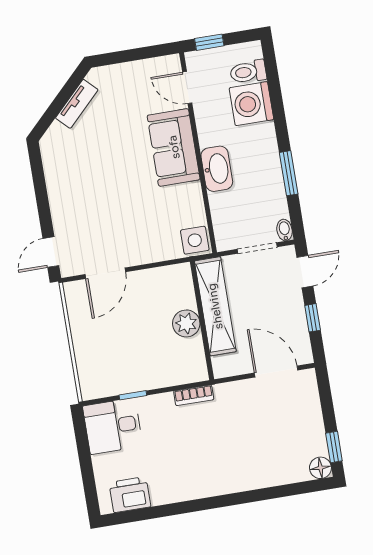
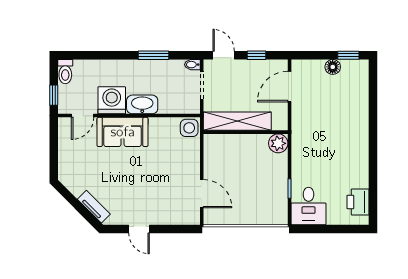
toilet: (248, 72) -> (65, 72), moved
tv unit: (77, 104) -> (94, 207), moved
washing machine: (251, 104) -> (112, 100), moved, turned 180
door: (51, 252) -> (139, 229), moved
plant: (186, 323) -> (278, 143), moved
bookcase: (194, 395) -> (296, 146), removed
floor lamp: (320, 468) -> (333, 67), moved

